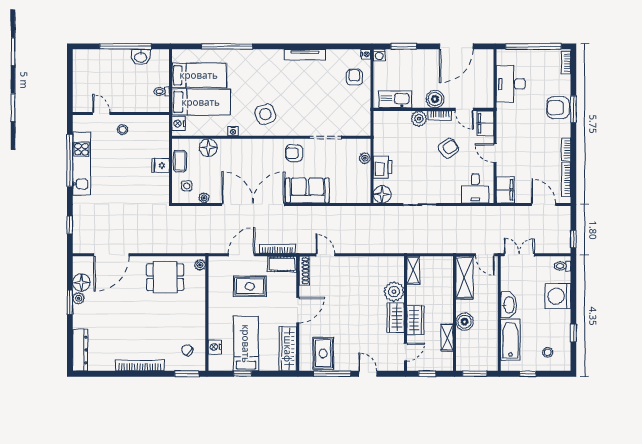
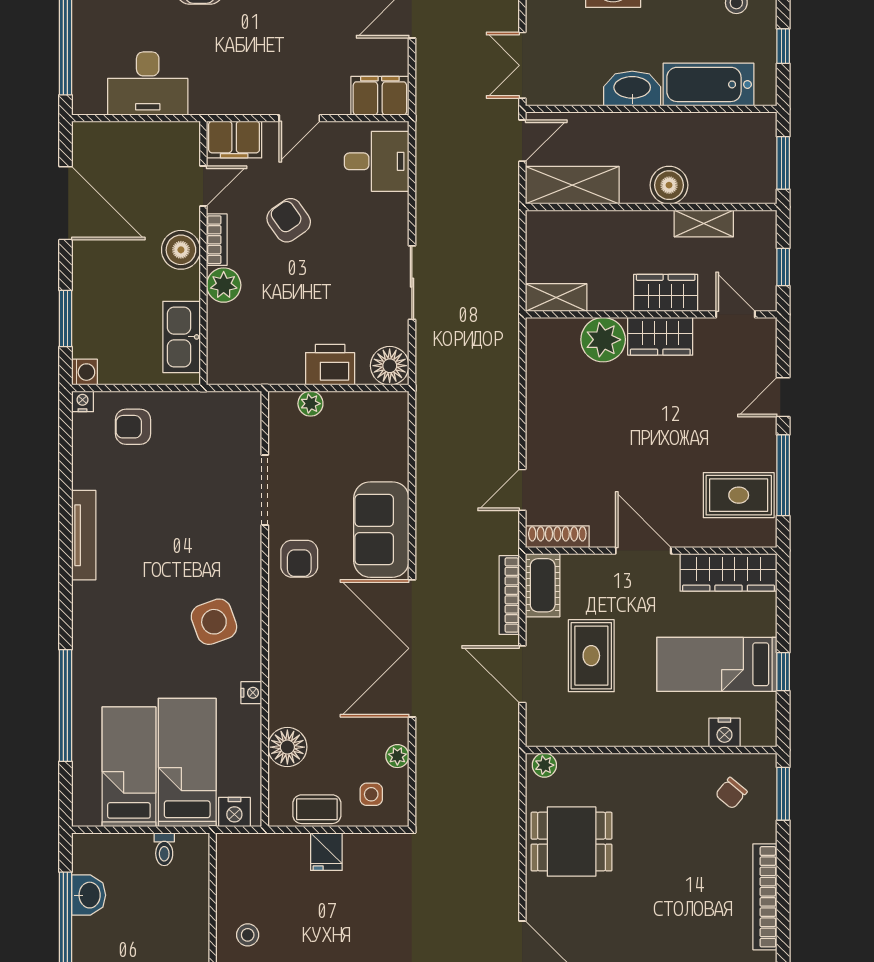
dining table: (165, 277) -> (572, 842), turned 90

